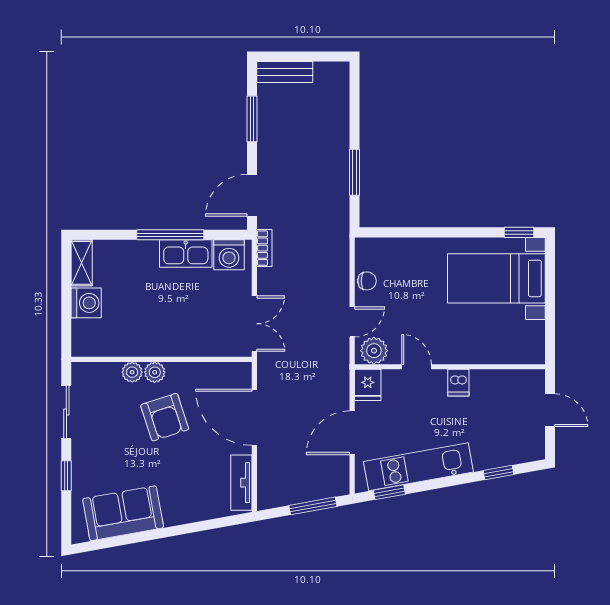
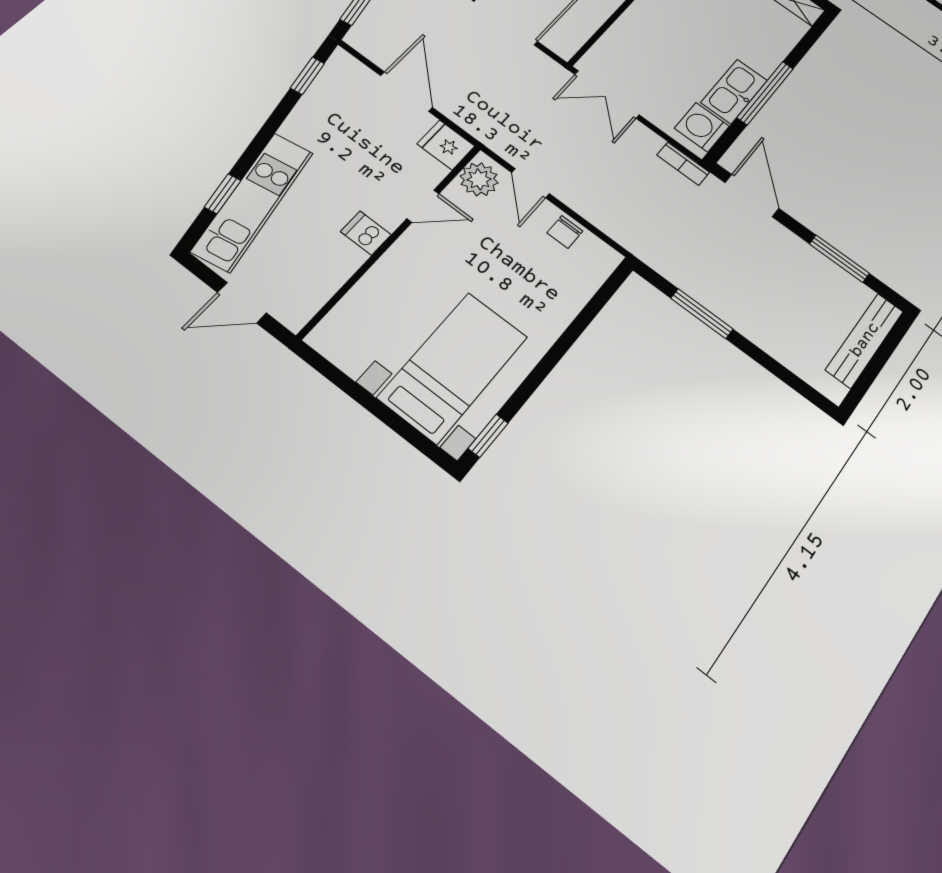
bench: (285, 72) -> (865, 340), width x1.36
kitchen unit: (418, 467) -> (253, 201), moved

